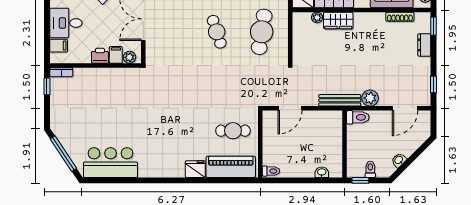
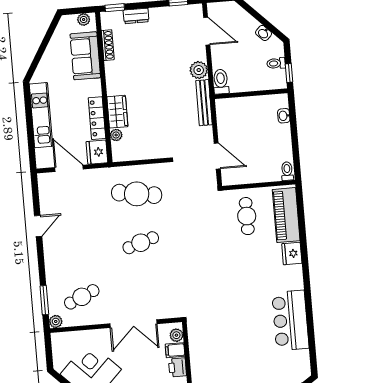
bar counter: (110, 163) -> (290, 320), moved

